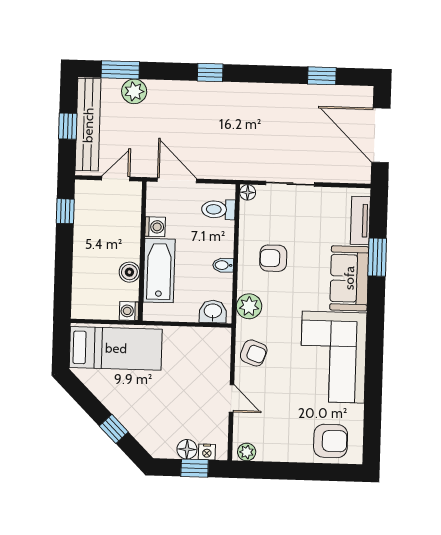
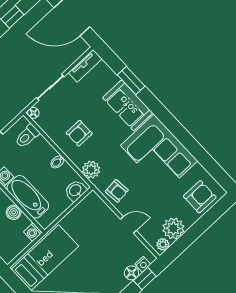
tv unit: (360, 221) -> (85, 66), moved, turned -90
armchair: (254, 353) -> (117, 191), turned 64
plant: (273, 446) -> (173, 228), added

